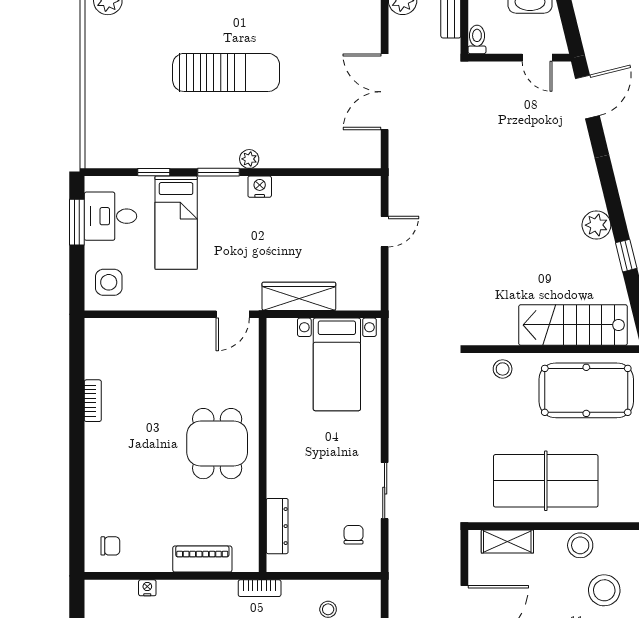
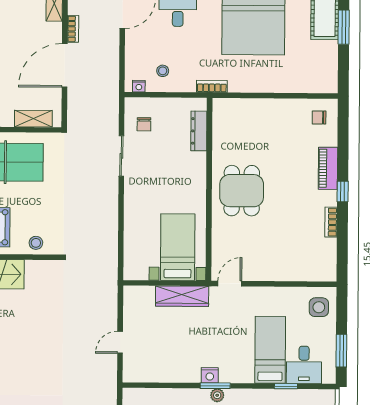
window: (219, 172) -> (215, 386), moved
desk: (110, 216) -> (304, 365), moved, turned 90
bed with nightstands: (337, 364) -> (178, 247), moved
window: (77, 443) -> (343, 191), added
piano: (202, 559) -> (328, 168), moved, turned 90
nightstand: (147, 588) -> (139, 86), moved

